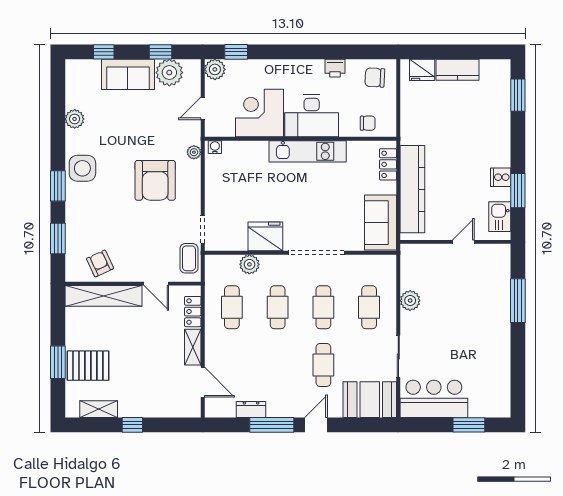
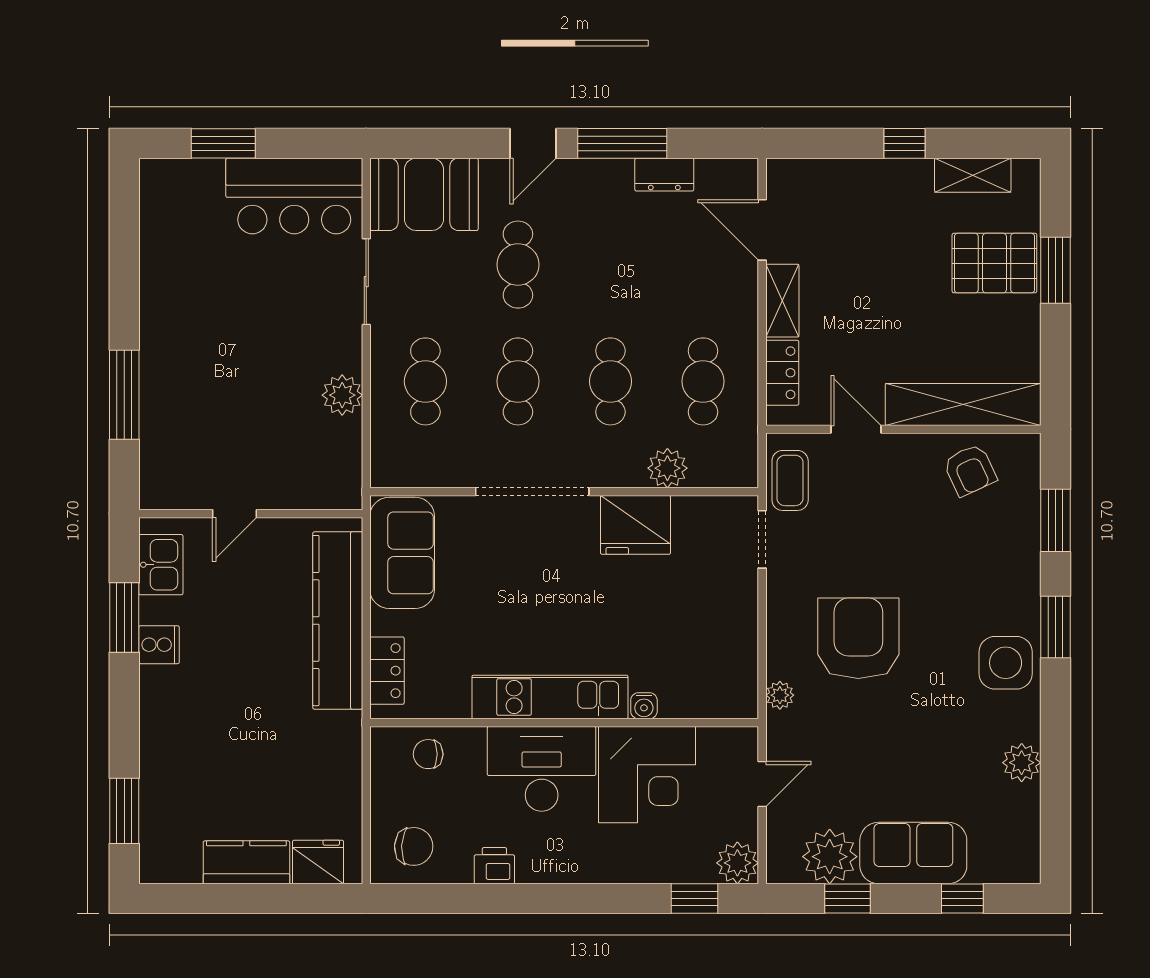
water cooler: (215, 147) -> (644, 706), moved

